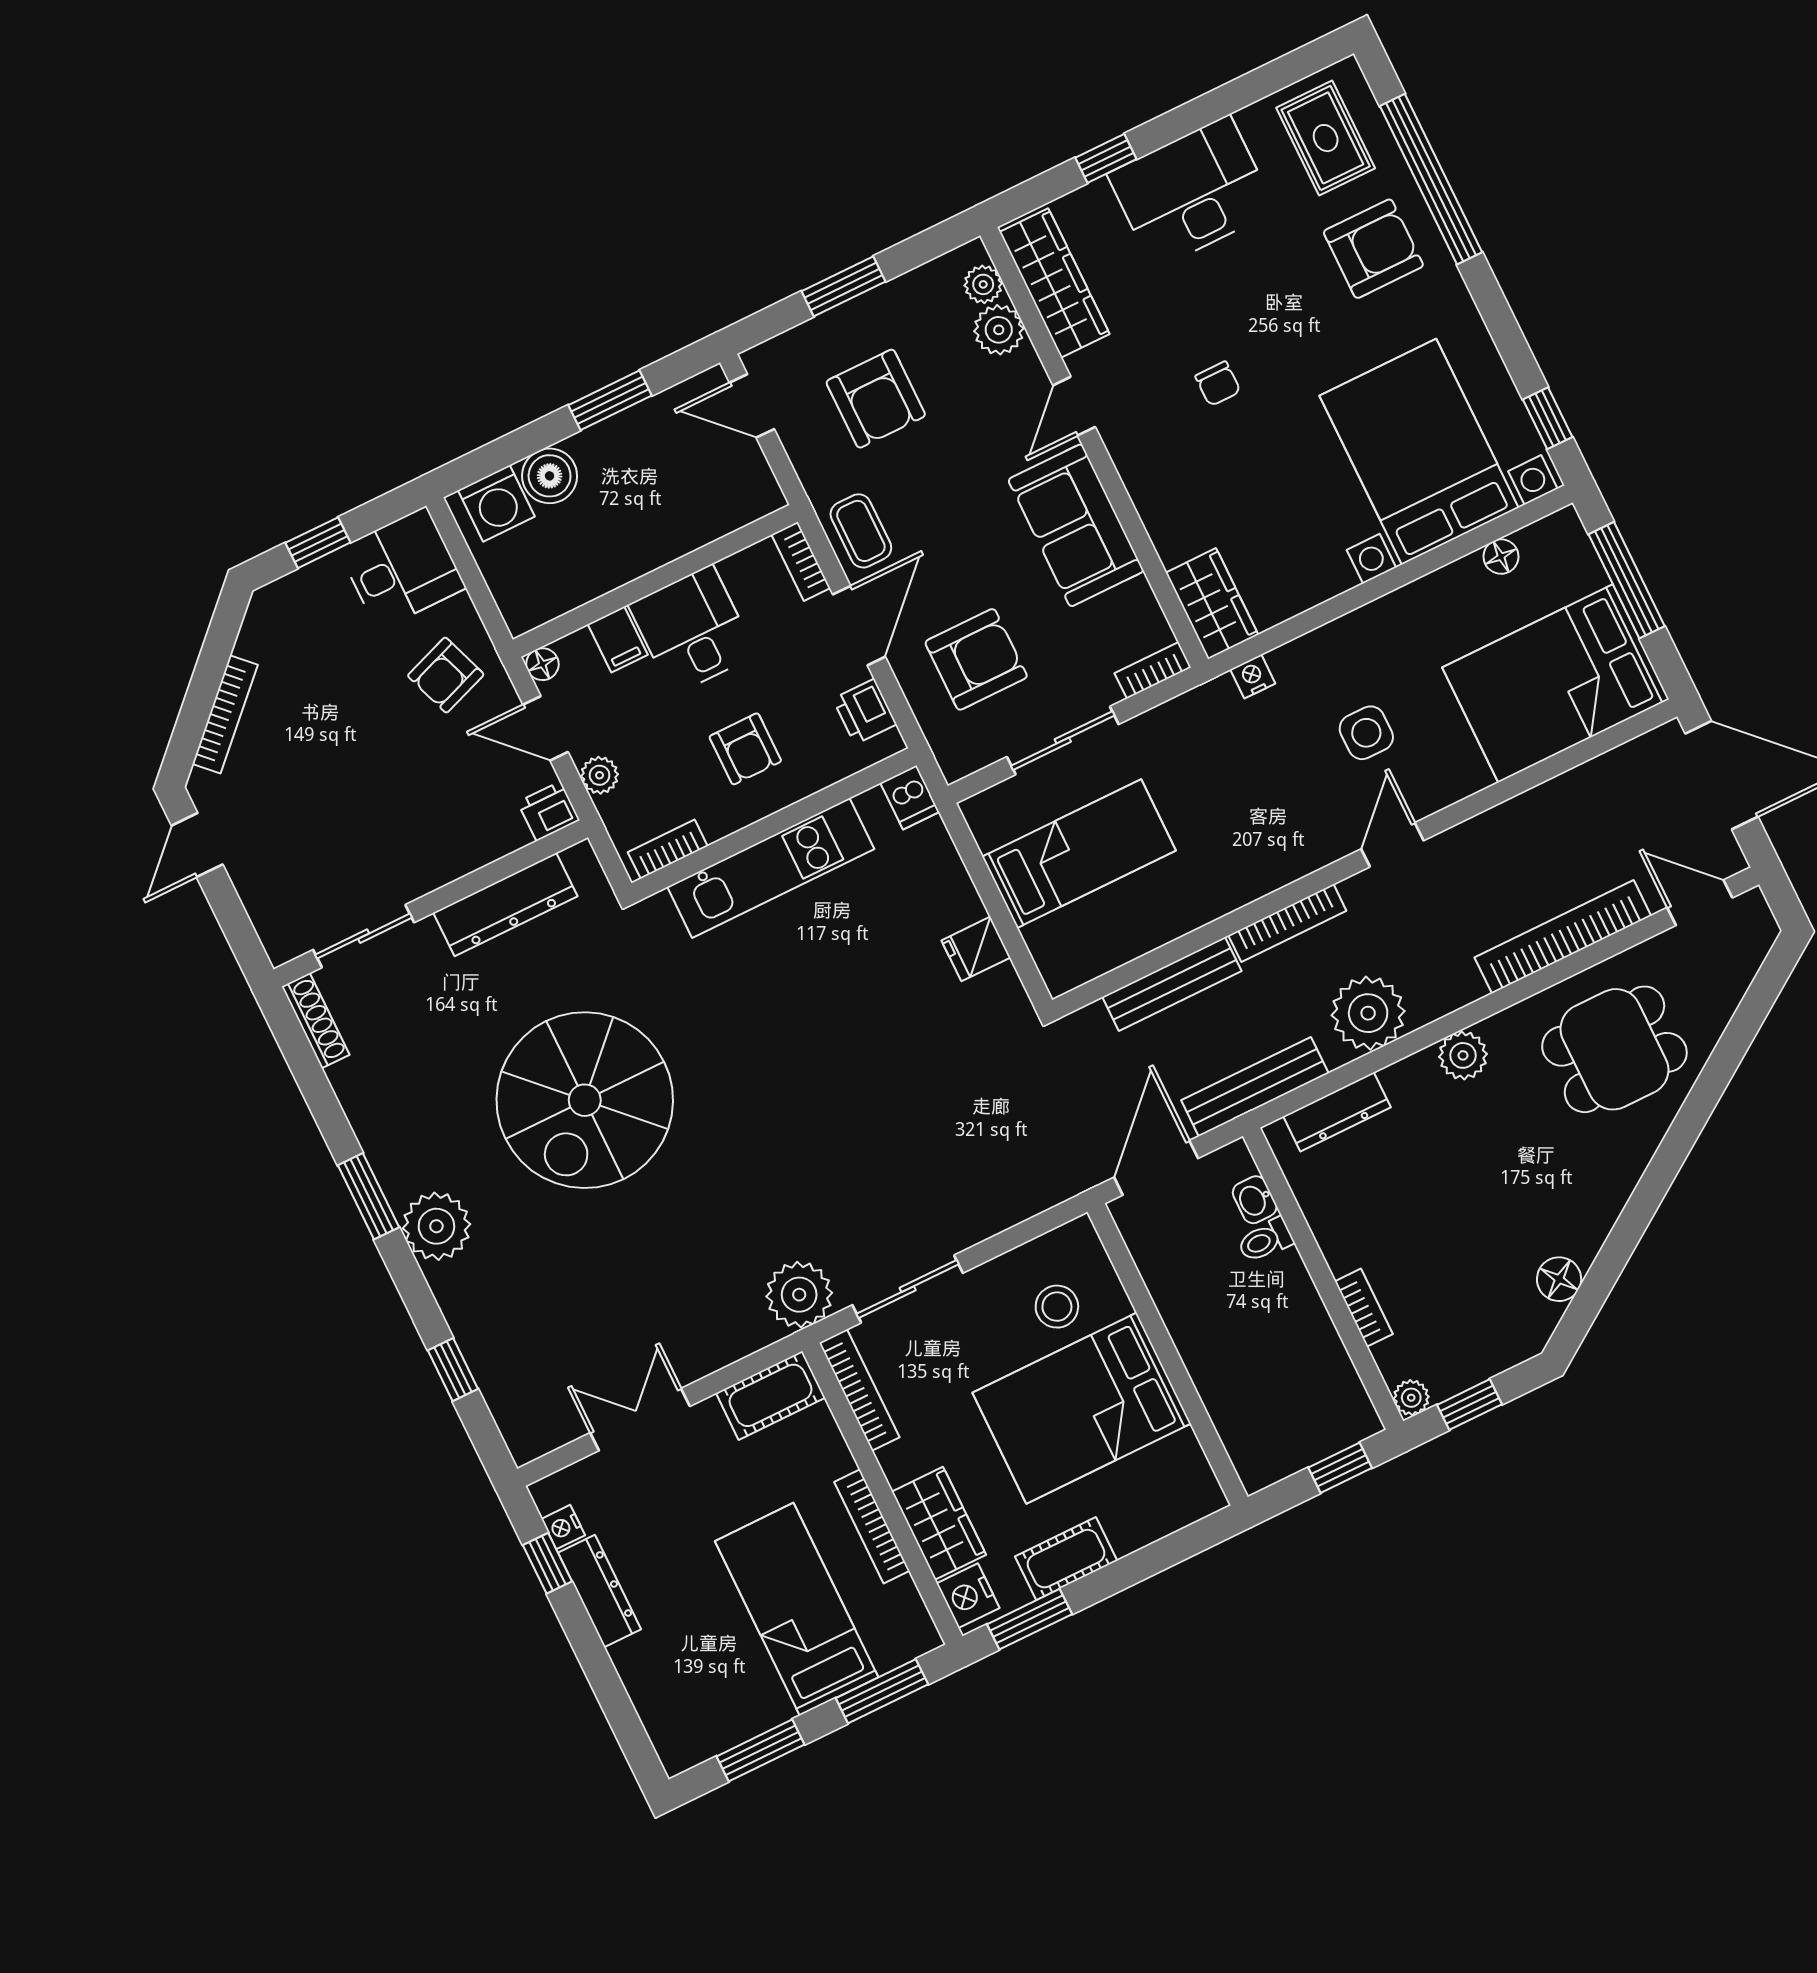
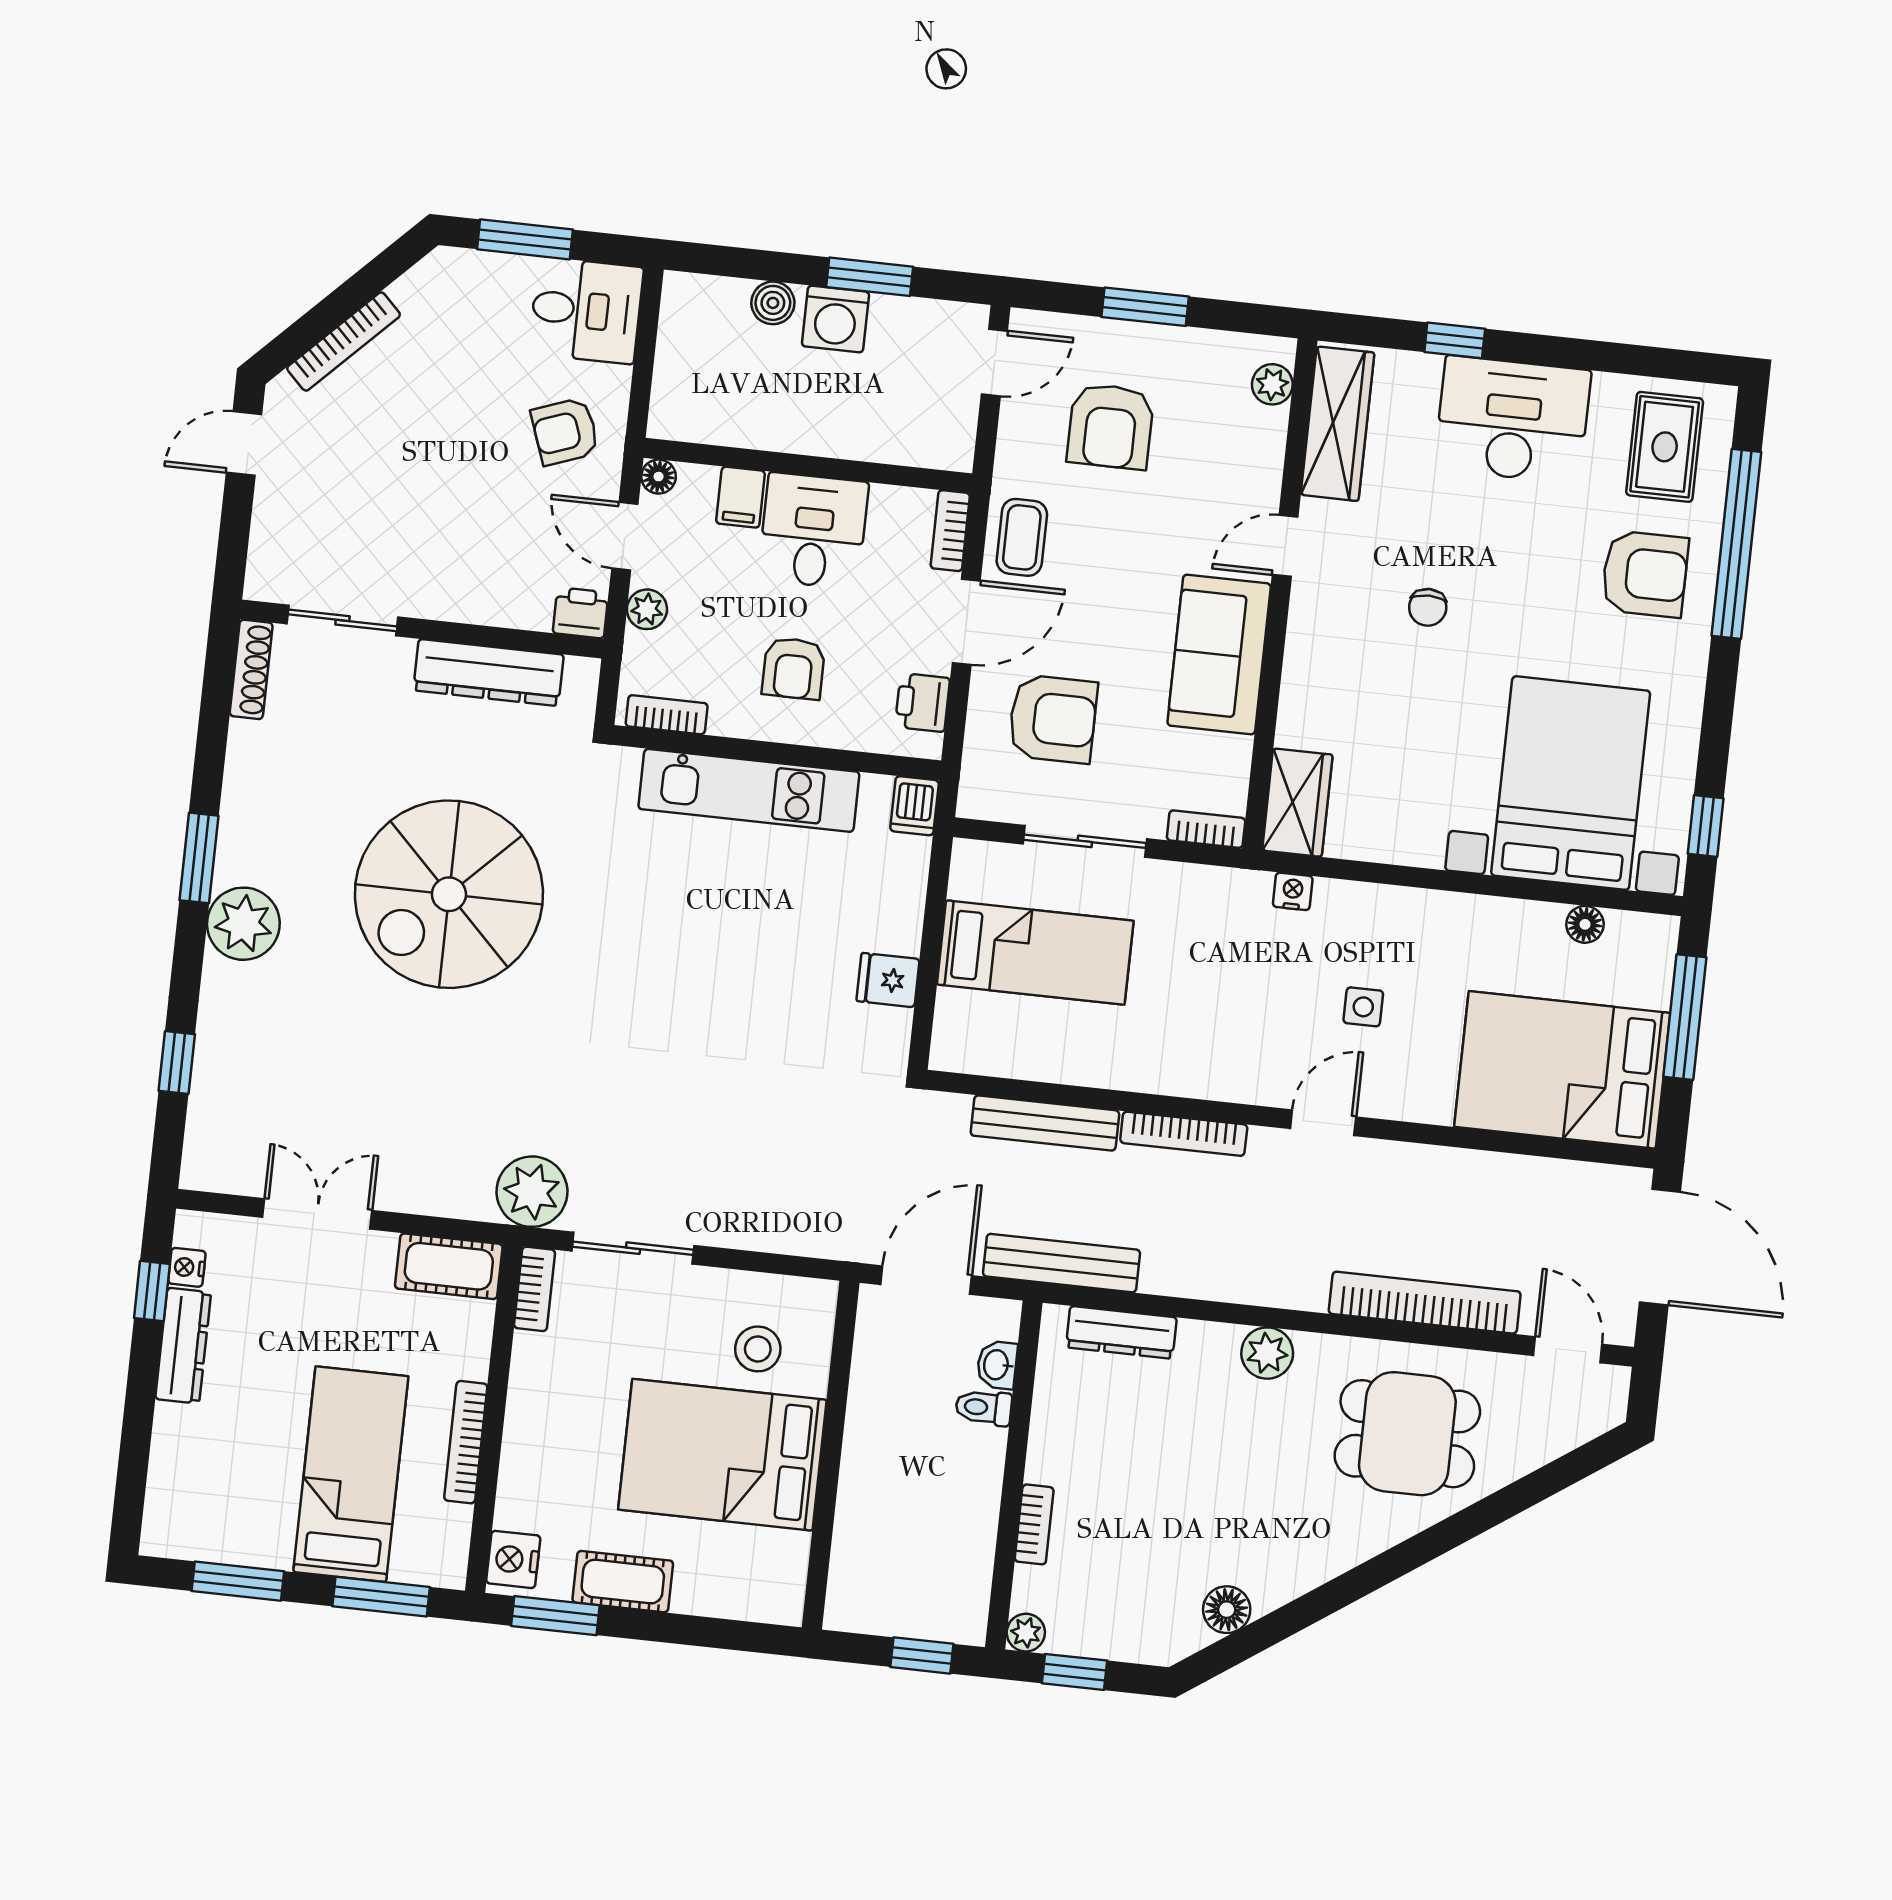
plant: (999, 330) -> (1261, 434), removed
door: (752, 406) -> (994, 362), swing flipped
boiler: (550, 476) -> (773, 303), width x0.73, depth x0.73
washing machine: (496, 503) -> (835, 319), moved
window: (318, 543) -> (525, 239), width x1.50
side table: (1366, 733) -> (1363, 1007), width x0.73, depth x0.73
plant: (1368, 1013) -> (1205, 1261), removed
bookcase: (859, 1390) -> (535, 1289), width x0.64
wardrobe: (939, 1523) -> (528, 1477), removed

